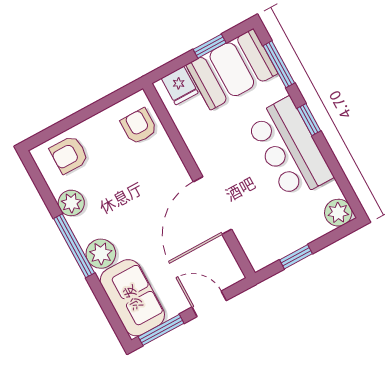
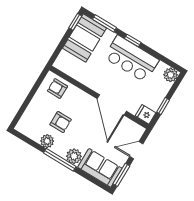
window: (210, 46) -> (75, 22), moved
fridge: (180, 86) -> (146, 114), moved, turned 180
armchair: (69, 155) -> (61, 122), moved, turned -90

